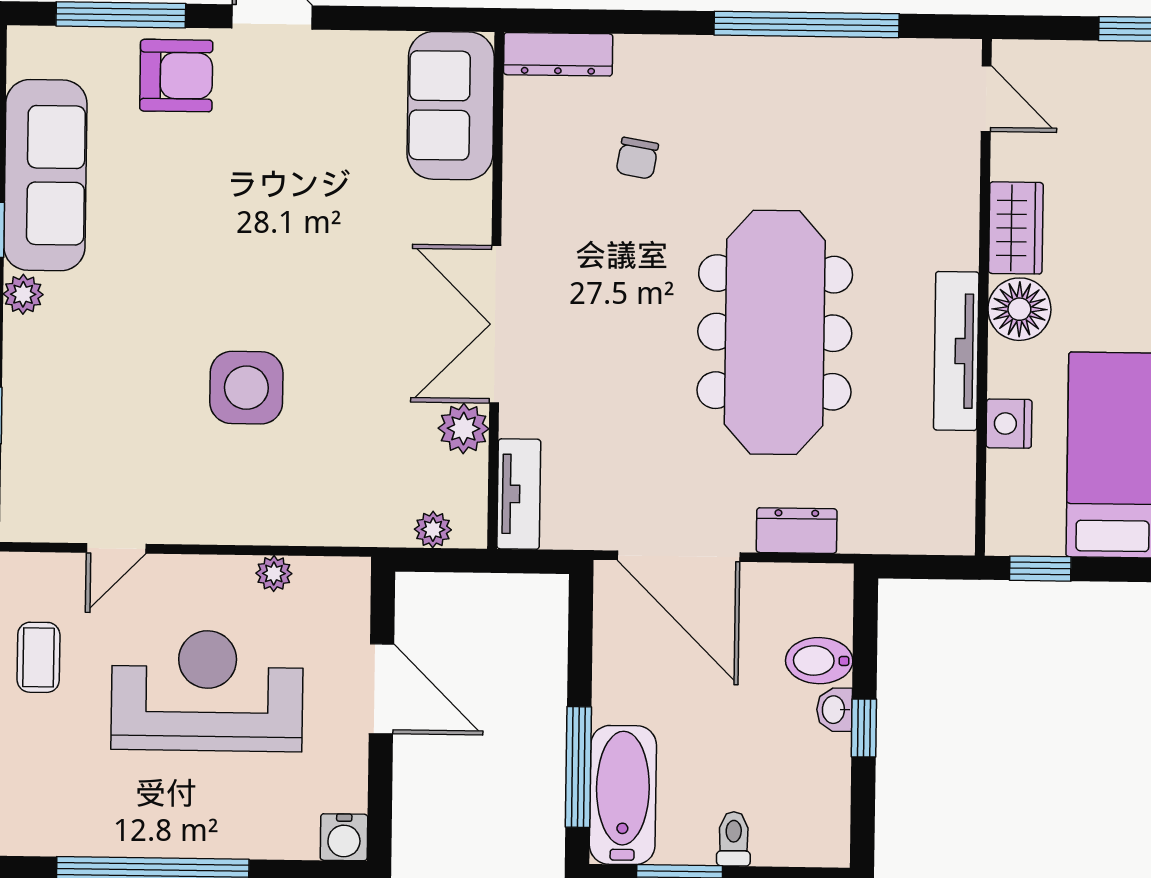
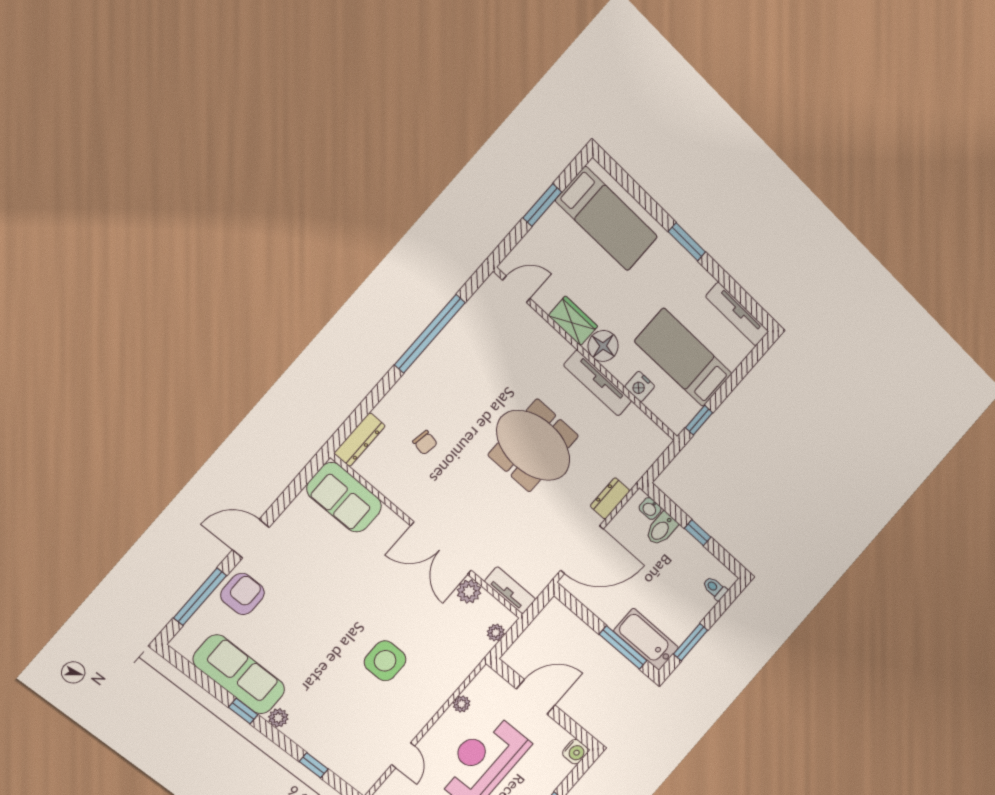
meeting table: (775, 332) -> (533, 445), width x0.73
washbasin: (834, 710) -> (650, 508), moved
toilet: (734, 839) -> (715, 588), moved

